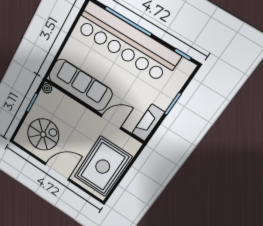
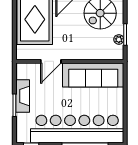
plant: (47, 88) -> (119, 39), moved
fireplace: (148, 123) -> (23, 96), moved

